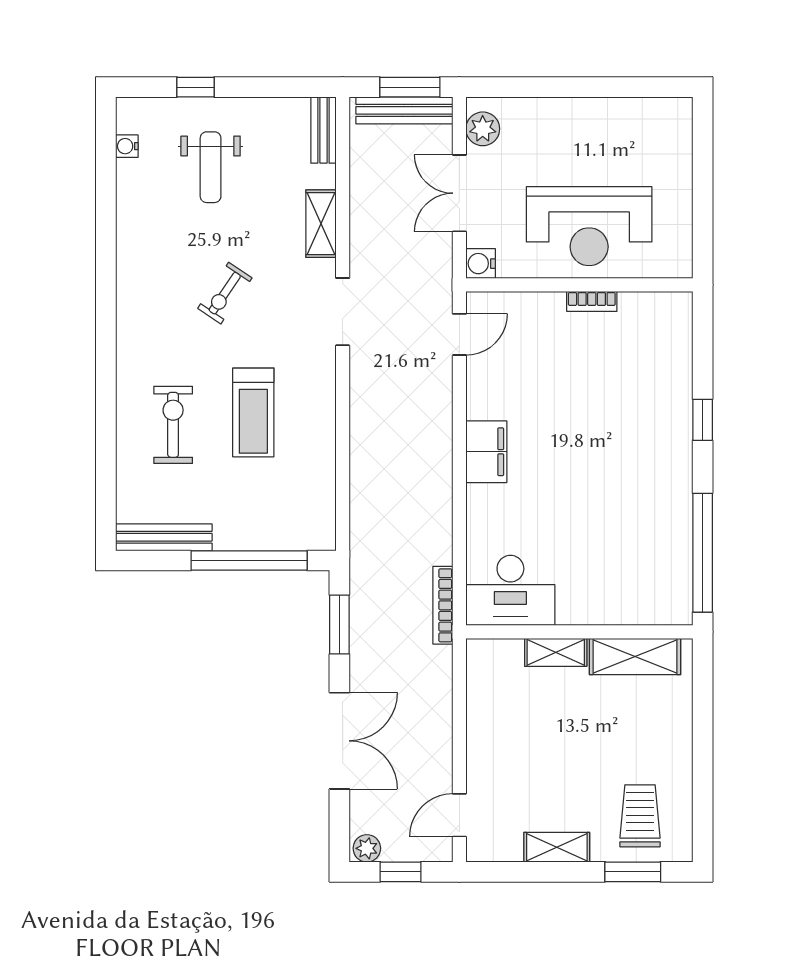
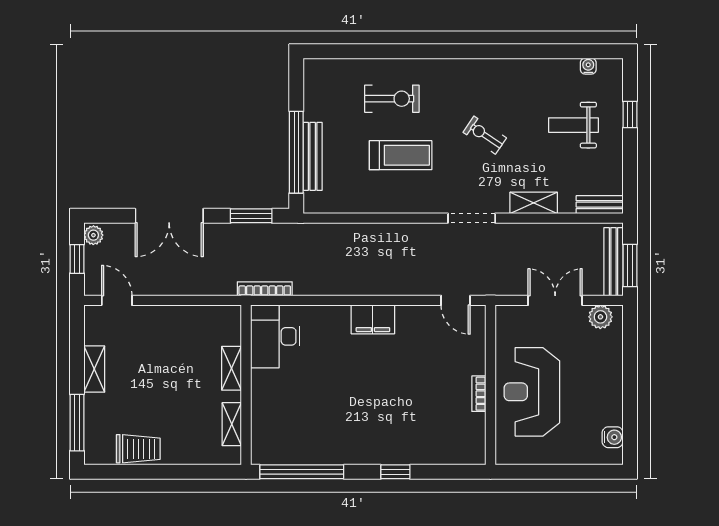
water cooler: (481, 264) -> (613, 437), moved, turned 90
treadmill: (253, 412) -> (401, 155), turned 180
bench: (164, 537) -> (313, 156), moved
shelving: (635, 657) -> (232, 424), width x0.67, depth x0.75
trolley: (640, 816) -> (138, 449), moved
window: (633, 872) -> (77, 423), width x1.44

